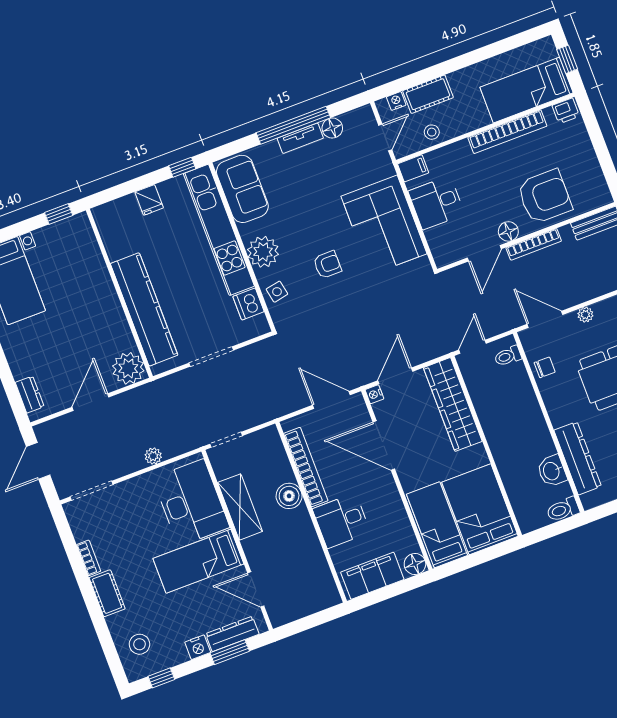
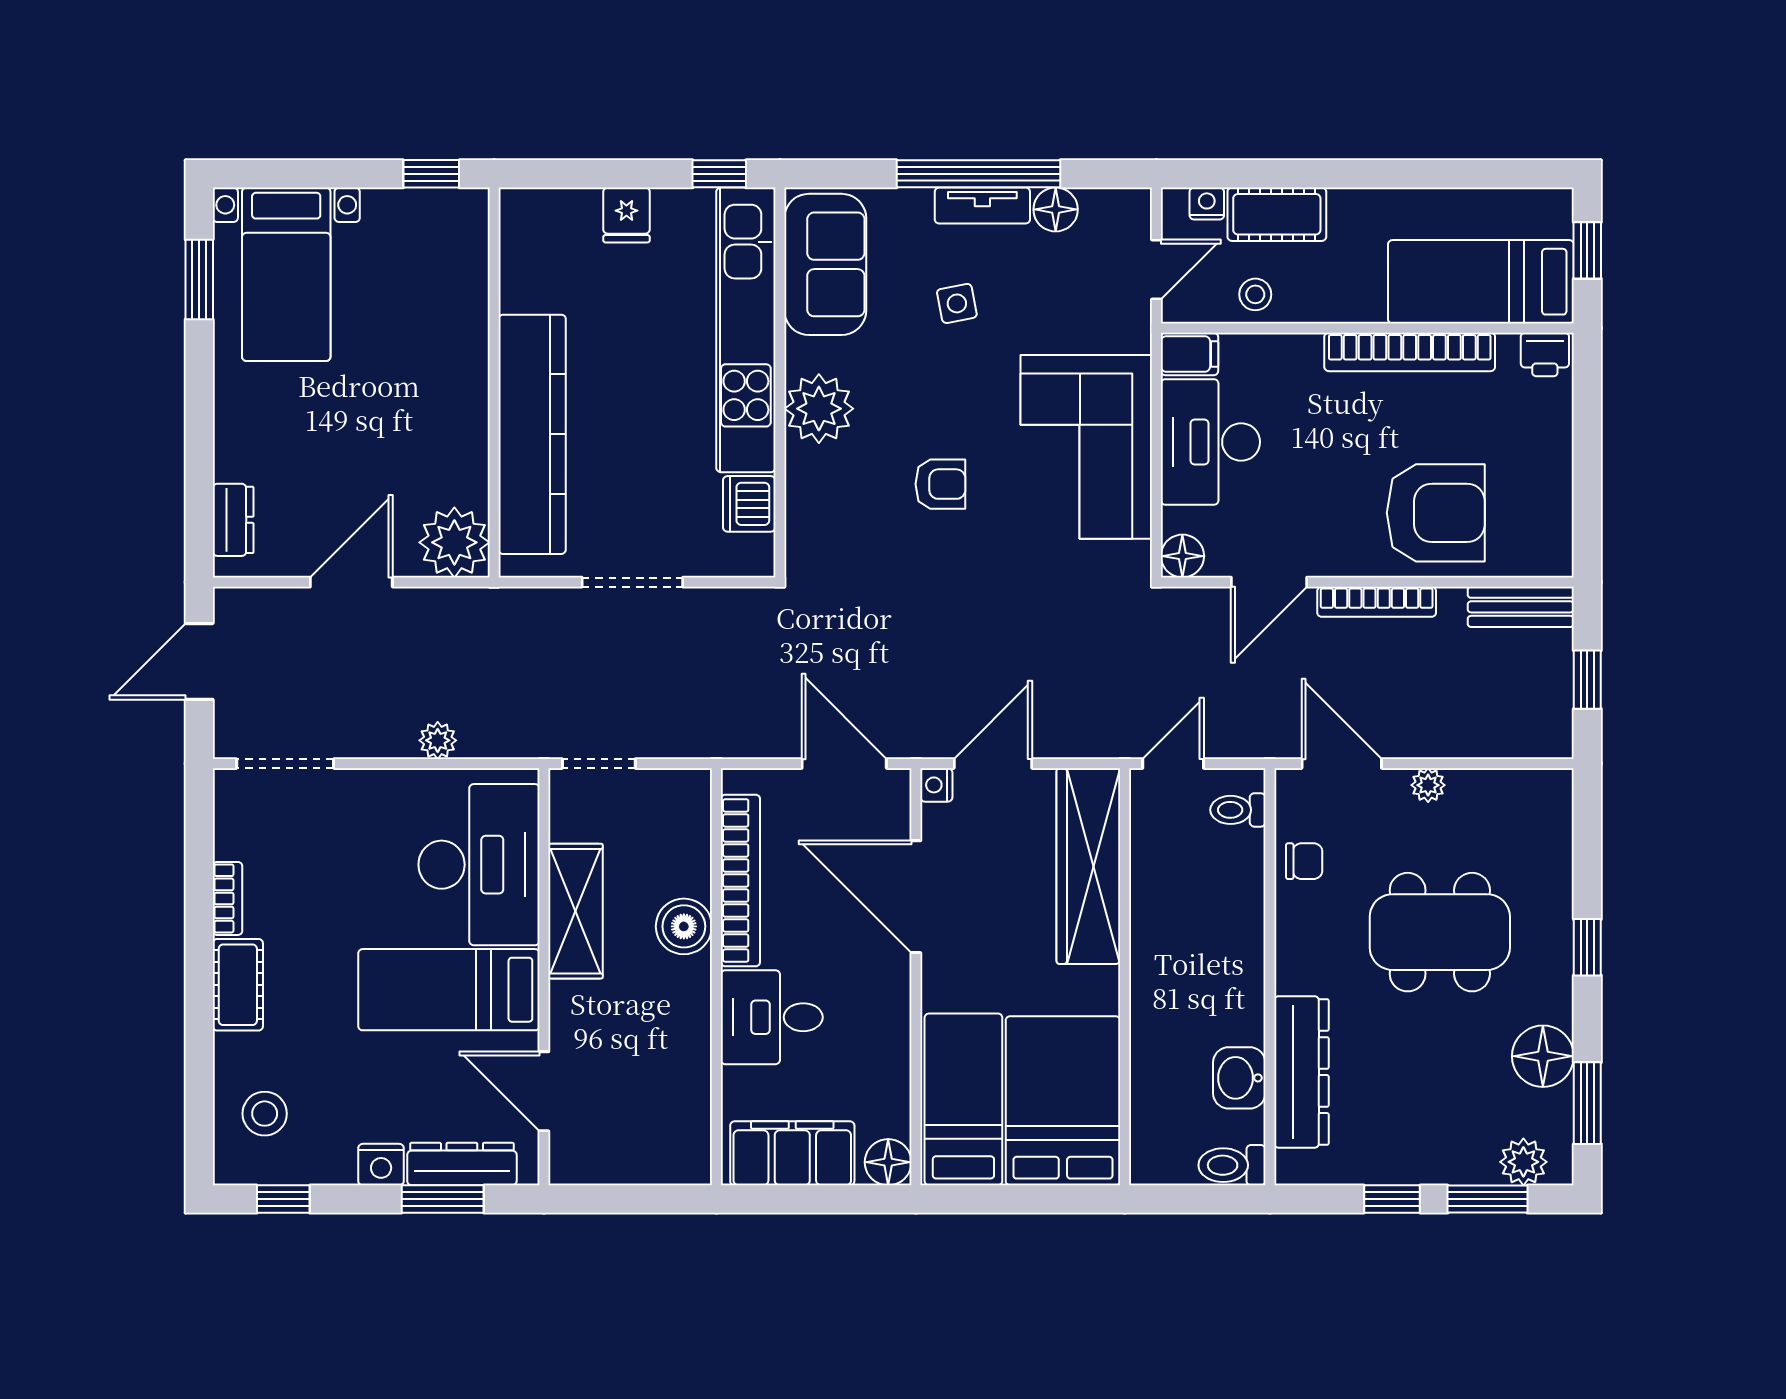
desk: (436, 203) -> (1210, 442), width x1.37
floor lamp: (508, 231) -> (1182, 556), moved
side table: (277, 292) -> (957, 303), moved

